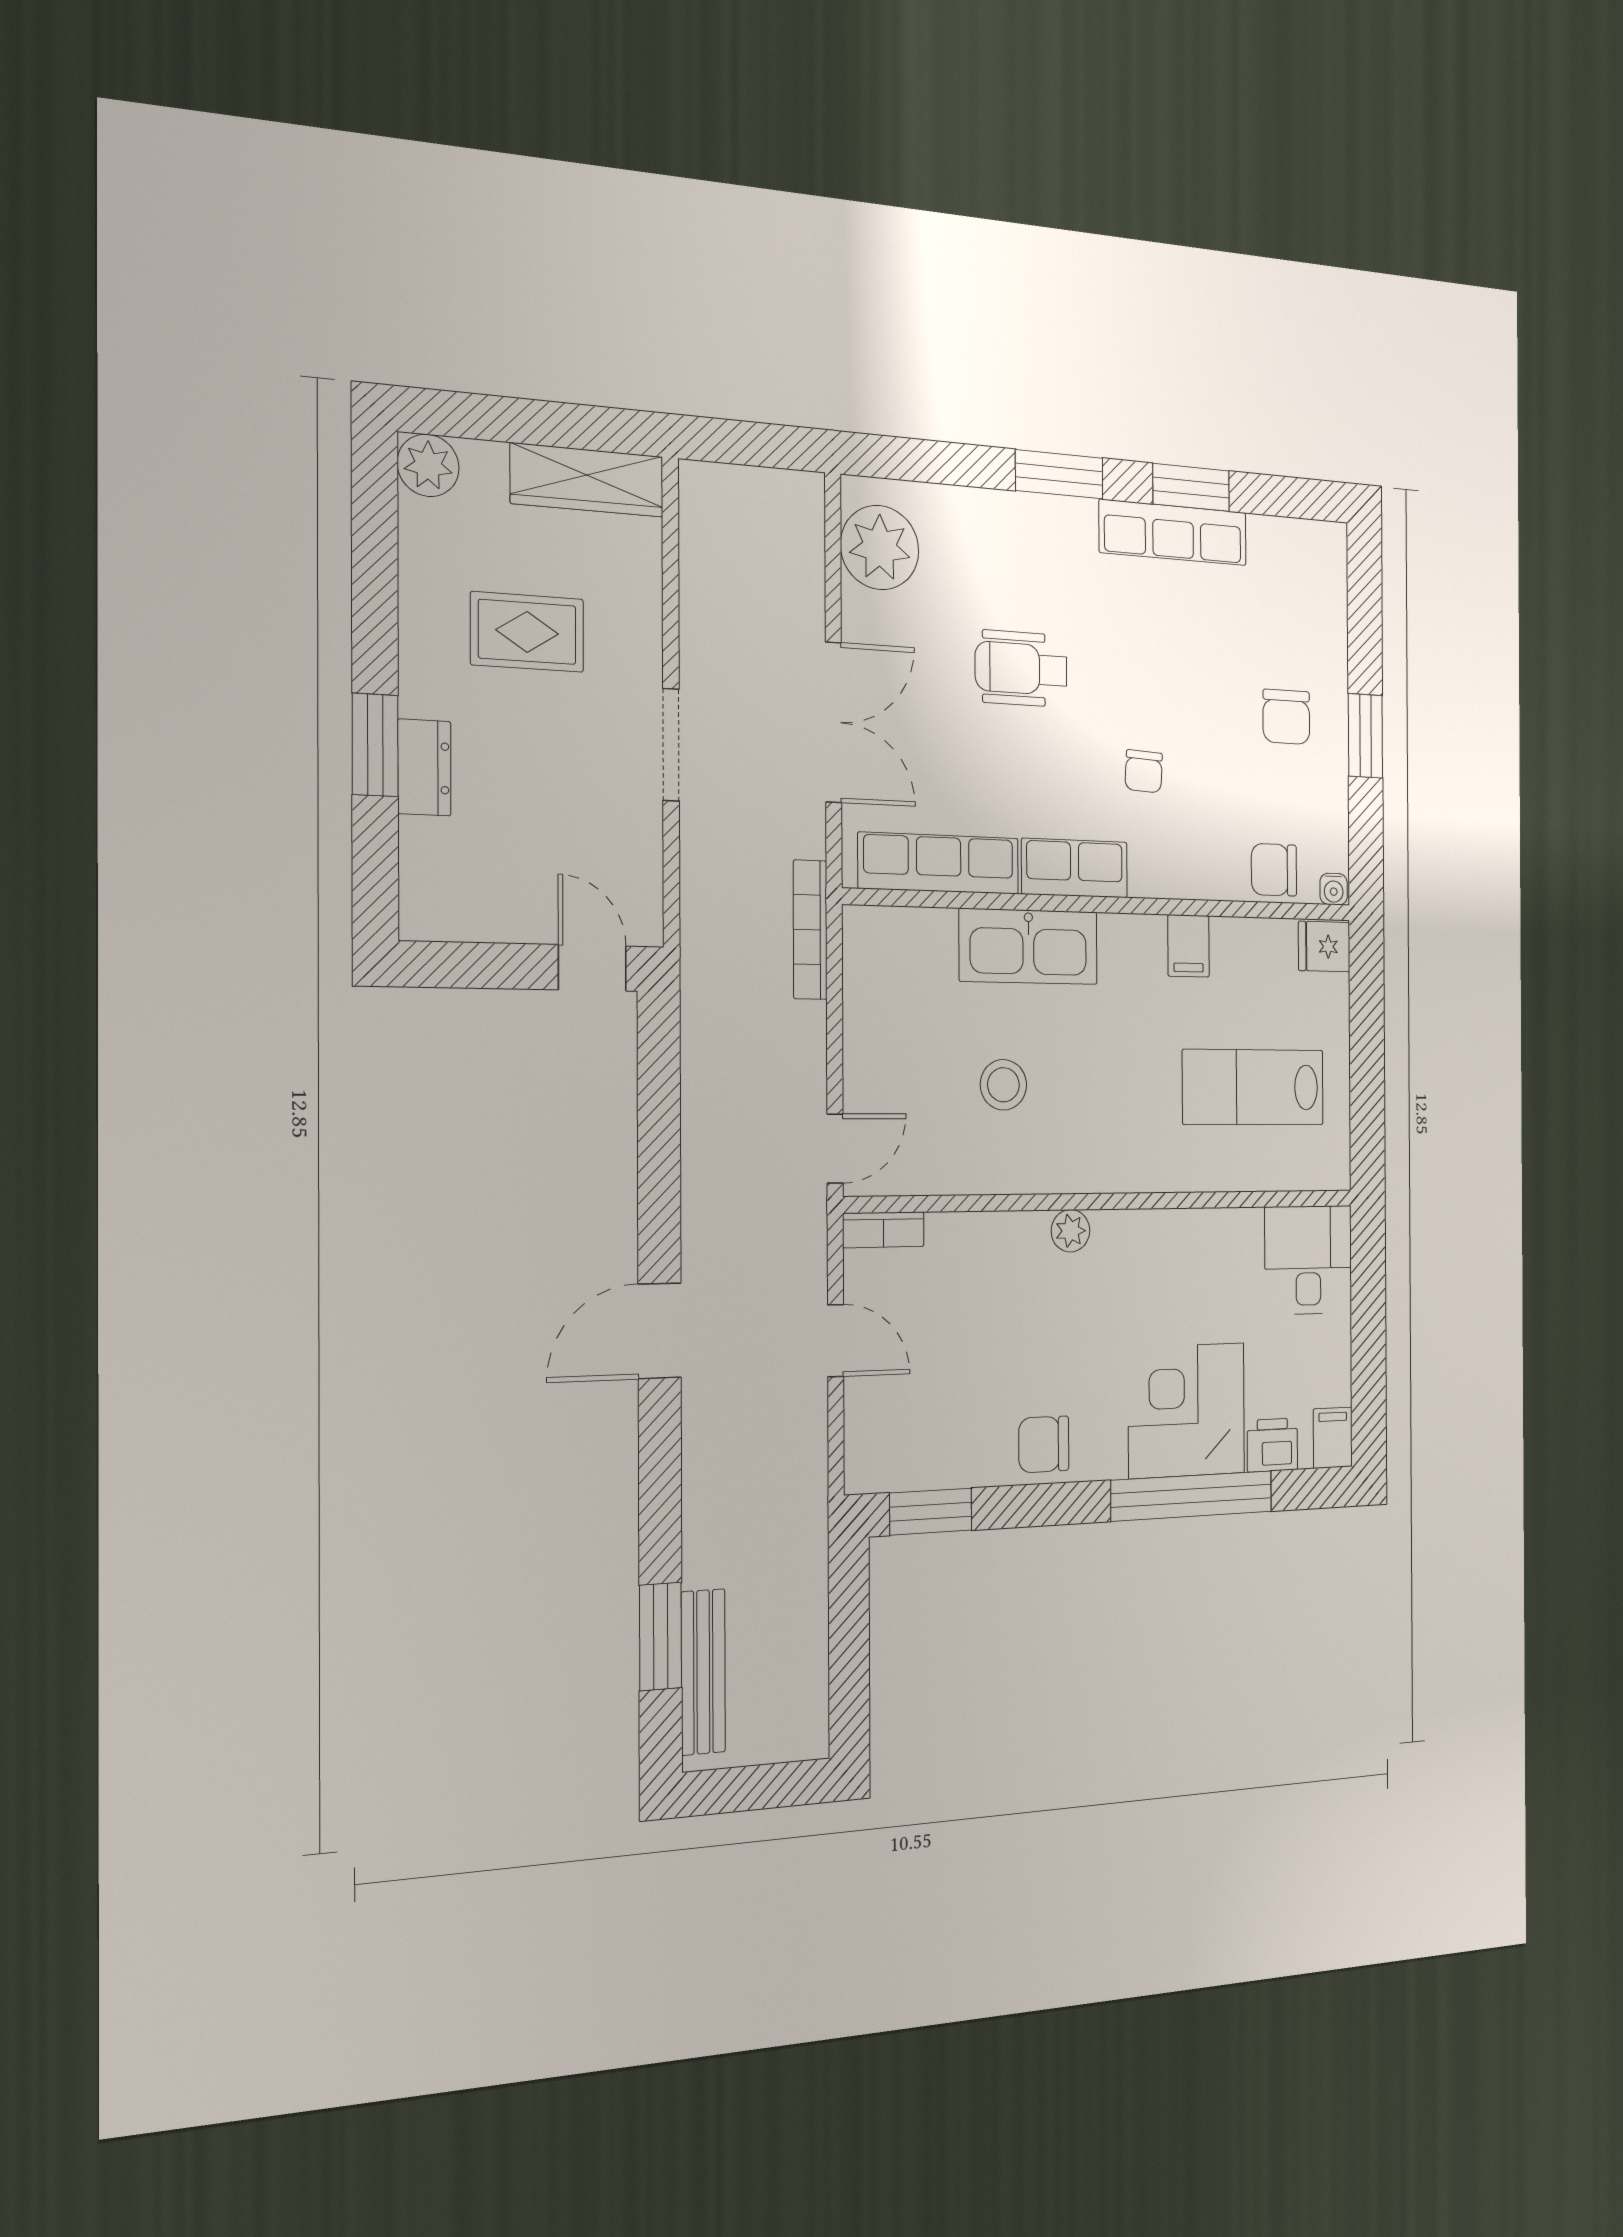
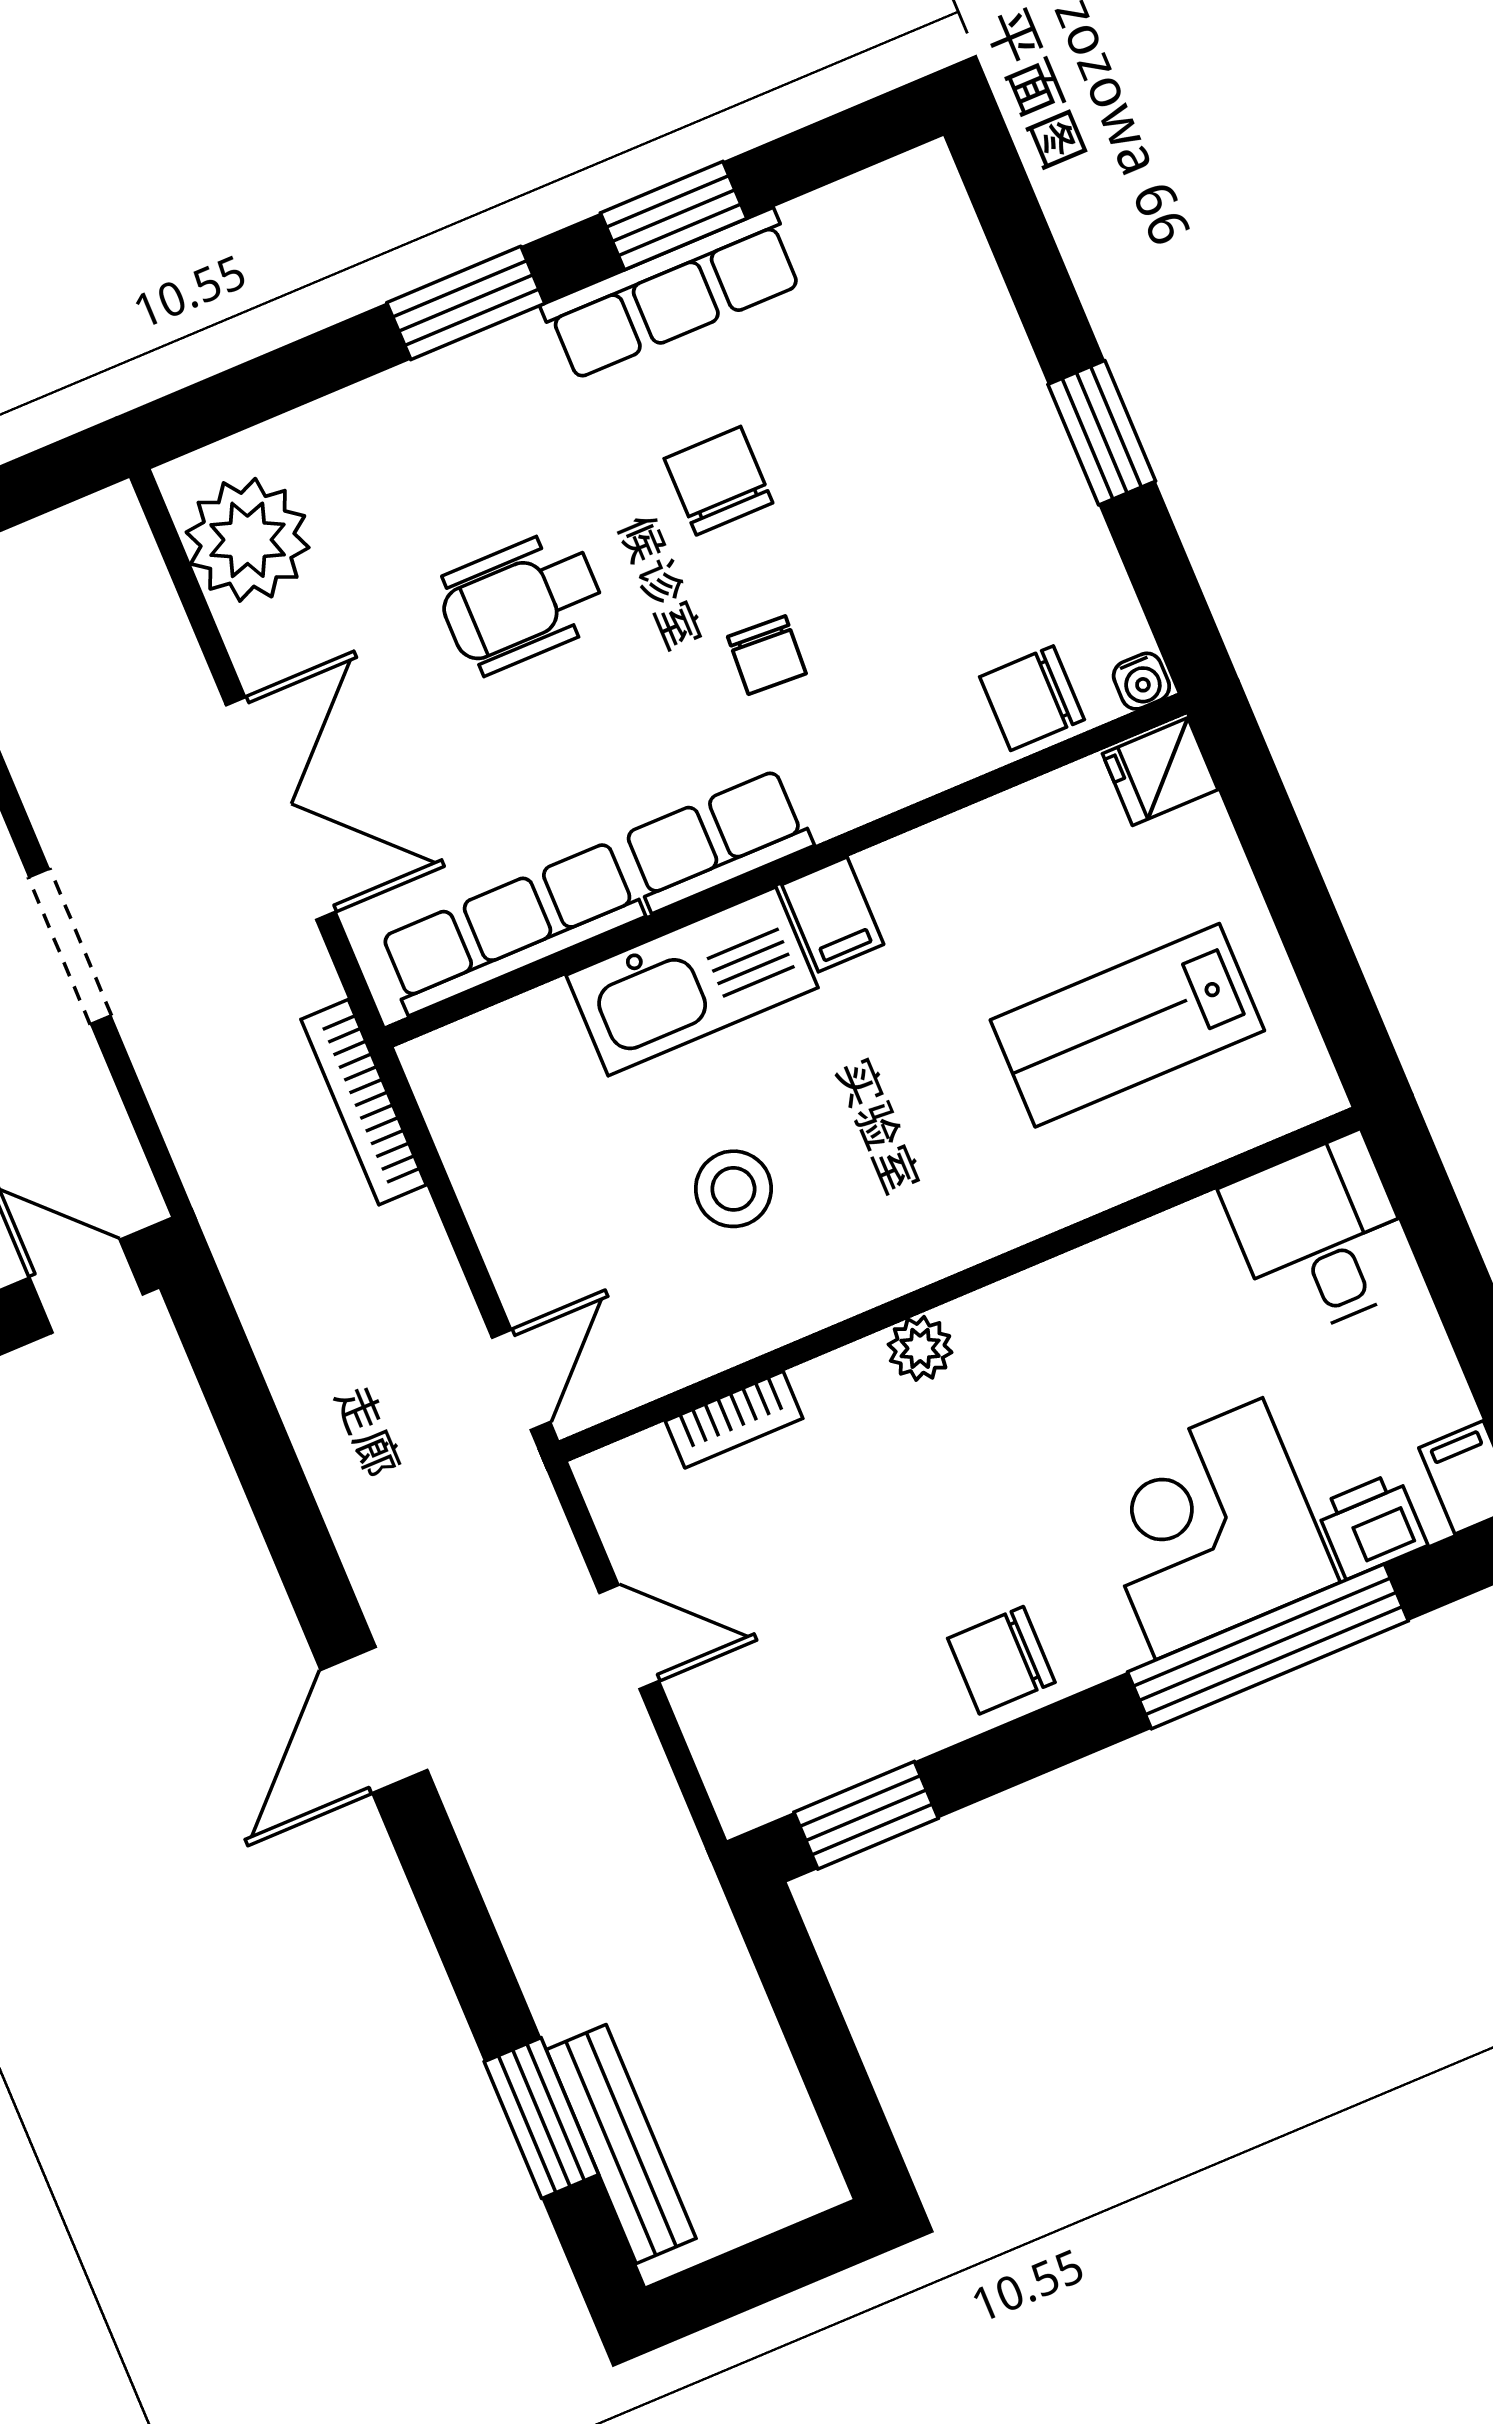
chair: (1286, 717) -> (718, 481), moved, turned 180
filing cabinet: (1189, 946) -> (833, 914), moved
bookcase: (883, 1230) -> (734, 1420), moved

